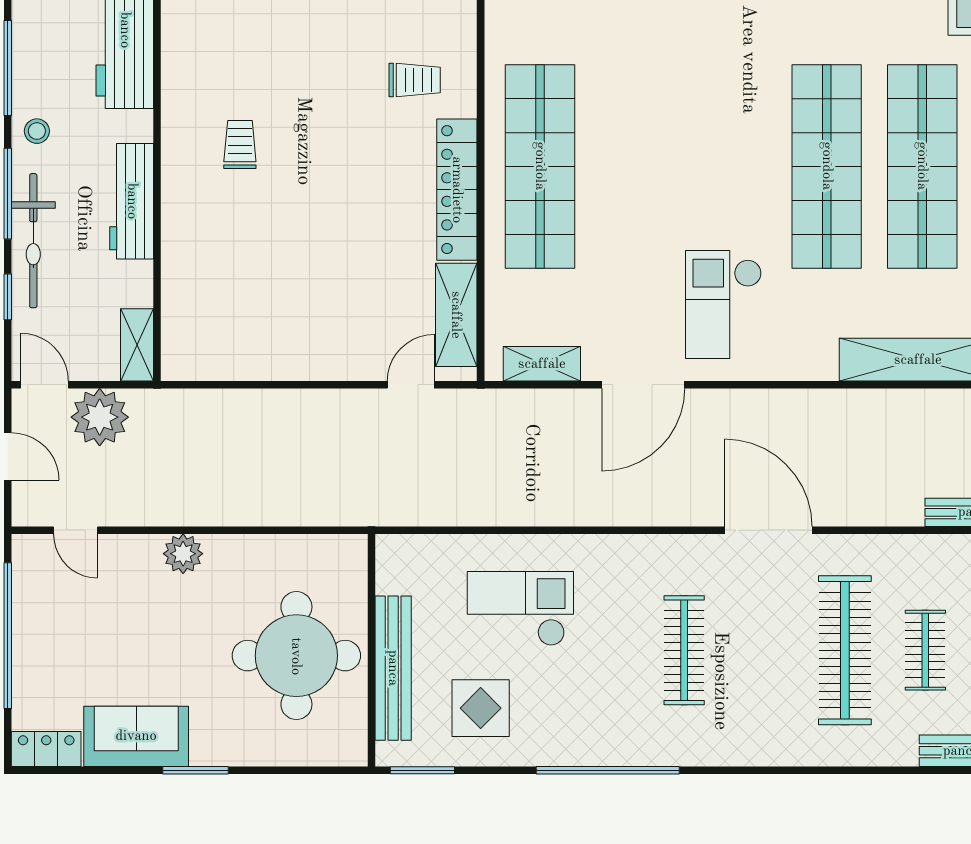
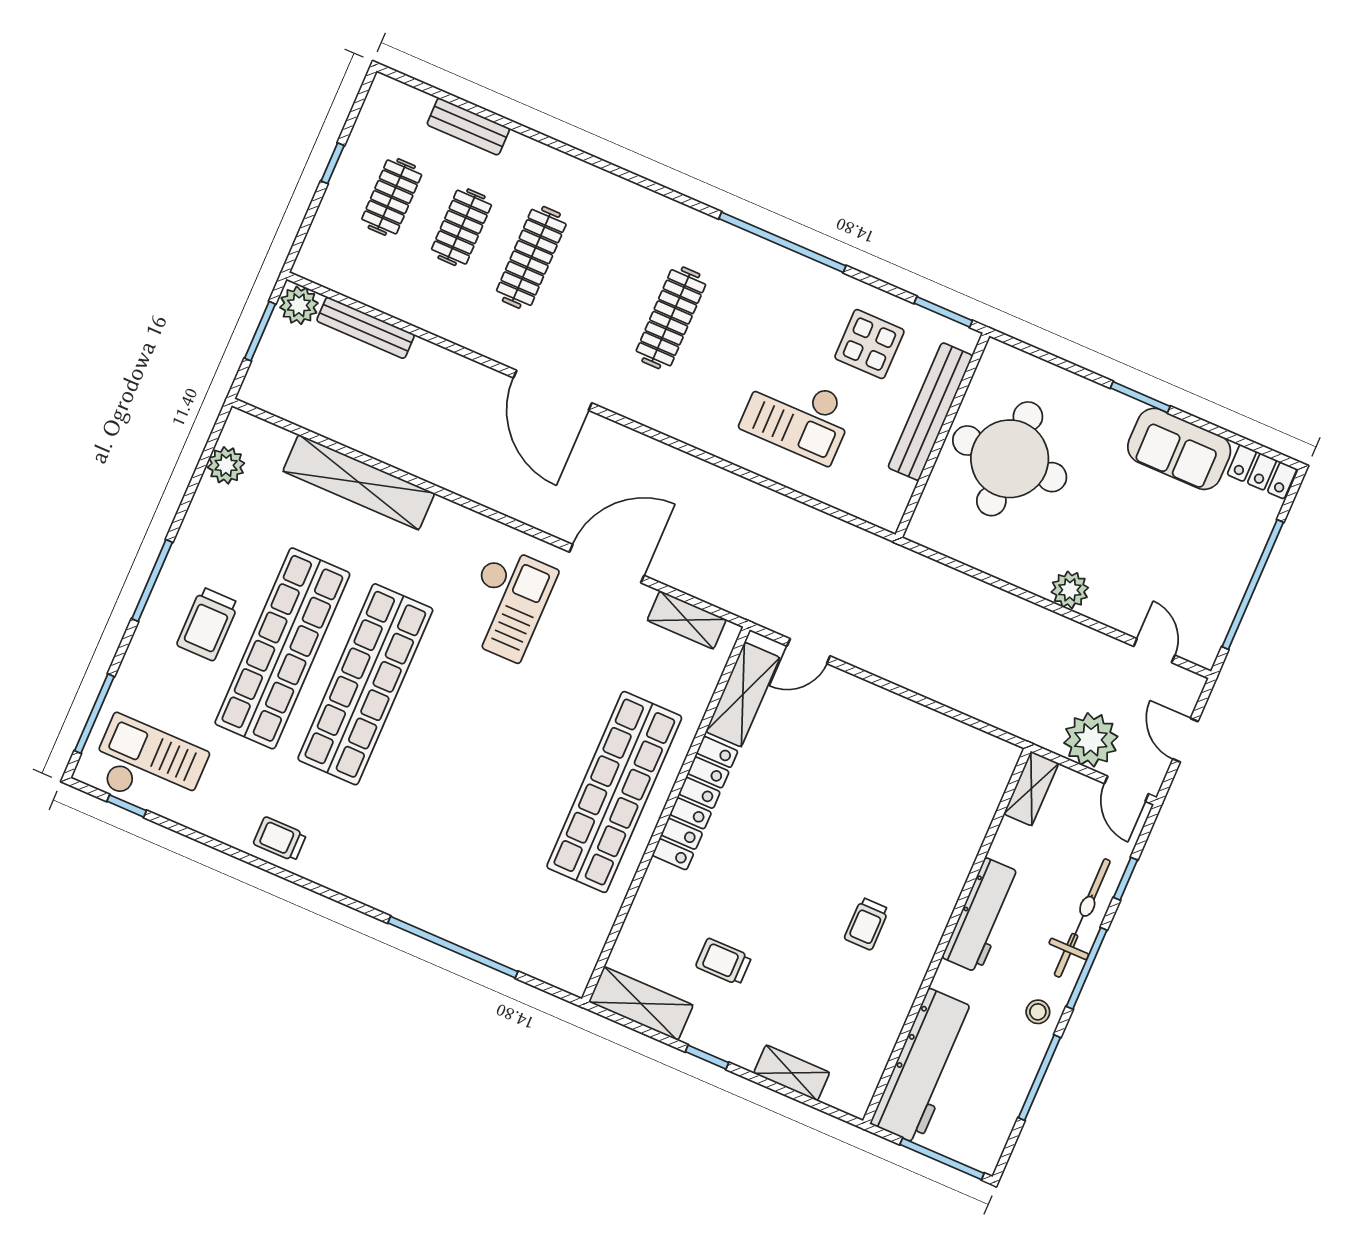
trolley: (415, 80) -> (724, 962), moved
clothes rail: (845, 650) -> (531, 257), width x0.73, depth x0.76

